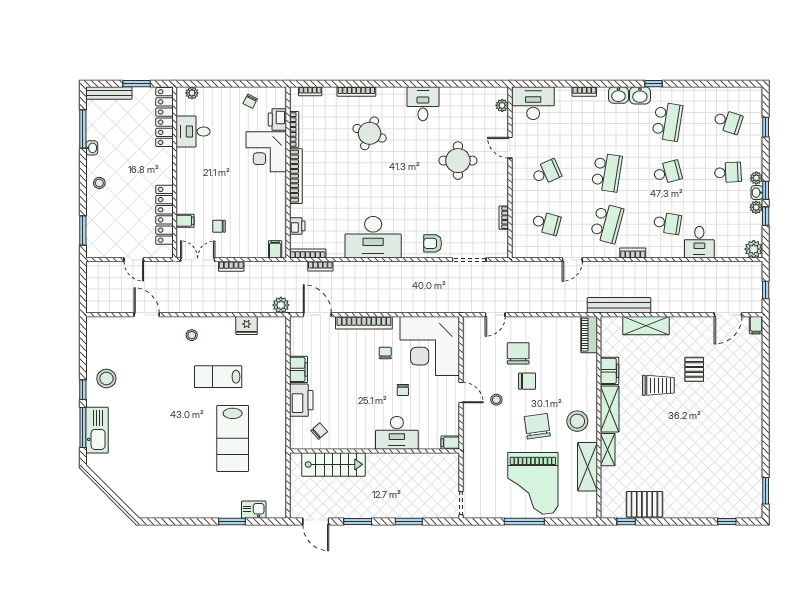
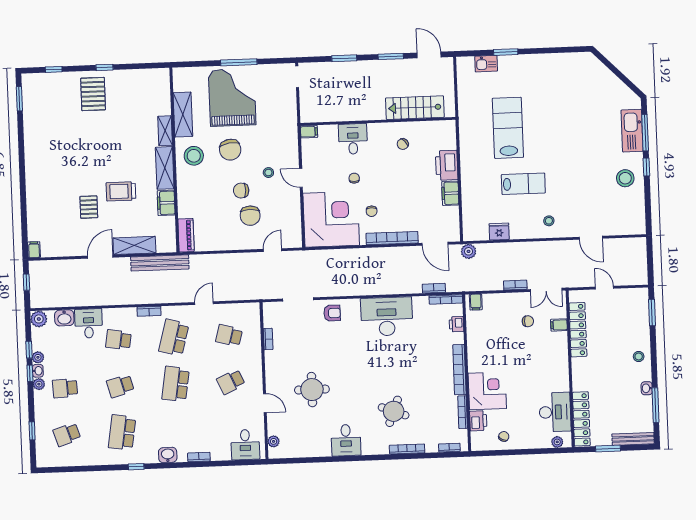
washbasin: (640, 95) -> (64, 318), moved, turned 180
desk: (533, 103) -> (245, 445), width x0.73
school desk: (728, 122) -> (67, 435), turned -36
desk: (193, 132) -> (555, 412), width x1.37
door: (728, 315) -> (100, 257), moved
chair: (319, 431) -> (403, 144), moved
desk: (397, 433) -> (353, 139), width x0.73
pallet: (644, 504) -> (93, 94), moved, turned 90
window: (626, 521) -> (105, 67), moved

